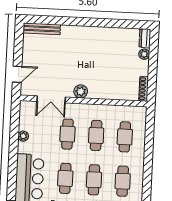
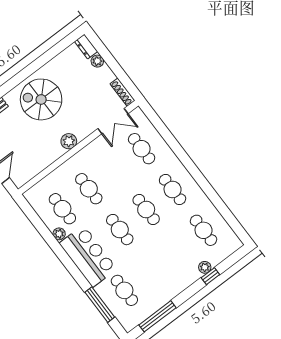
spiral stairs: (86, 48) -> (41, 99), added
double door: (51, 99) -> (113, 121), moved
cafe table: (96, 135) -> (62, 209), moved
plant: (23, 136) -> (59, 234), moved

